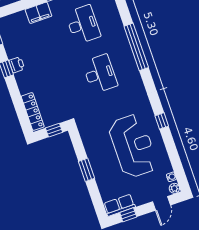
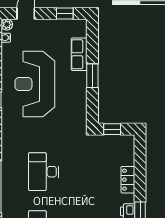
locker: (33, 111) -> (128, 180), moved, width x0.66
row of seats: (119, 205) -> (79, 54), moved, turned 90

